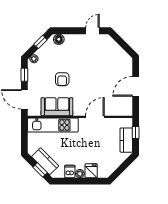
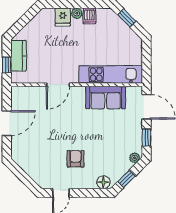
armchair: (62, 79) -> (76, 159), moved
kitchen counter: (45, 161) -> (120, 29), removed

